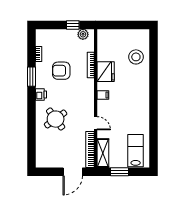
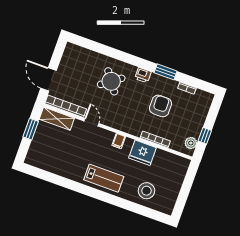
door: (96, 123) -> (91, 122), swing flipped
lab bench: (136, 151) -> (104, 178), moved

